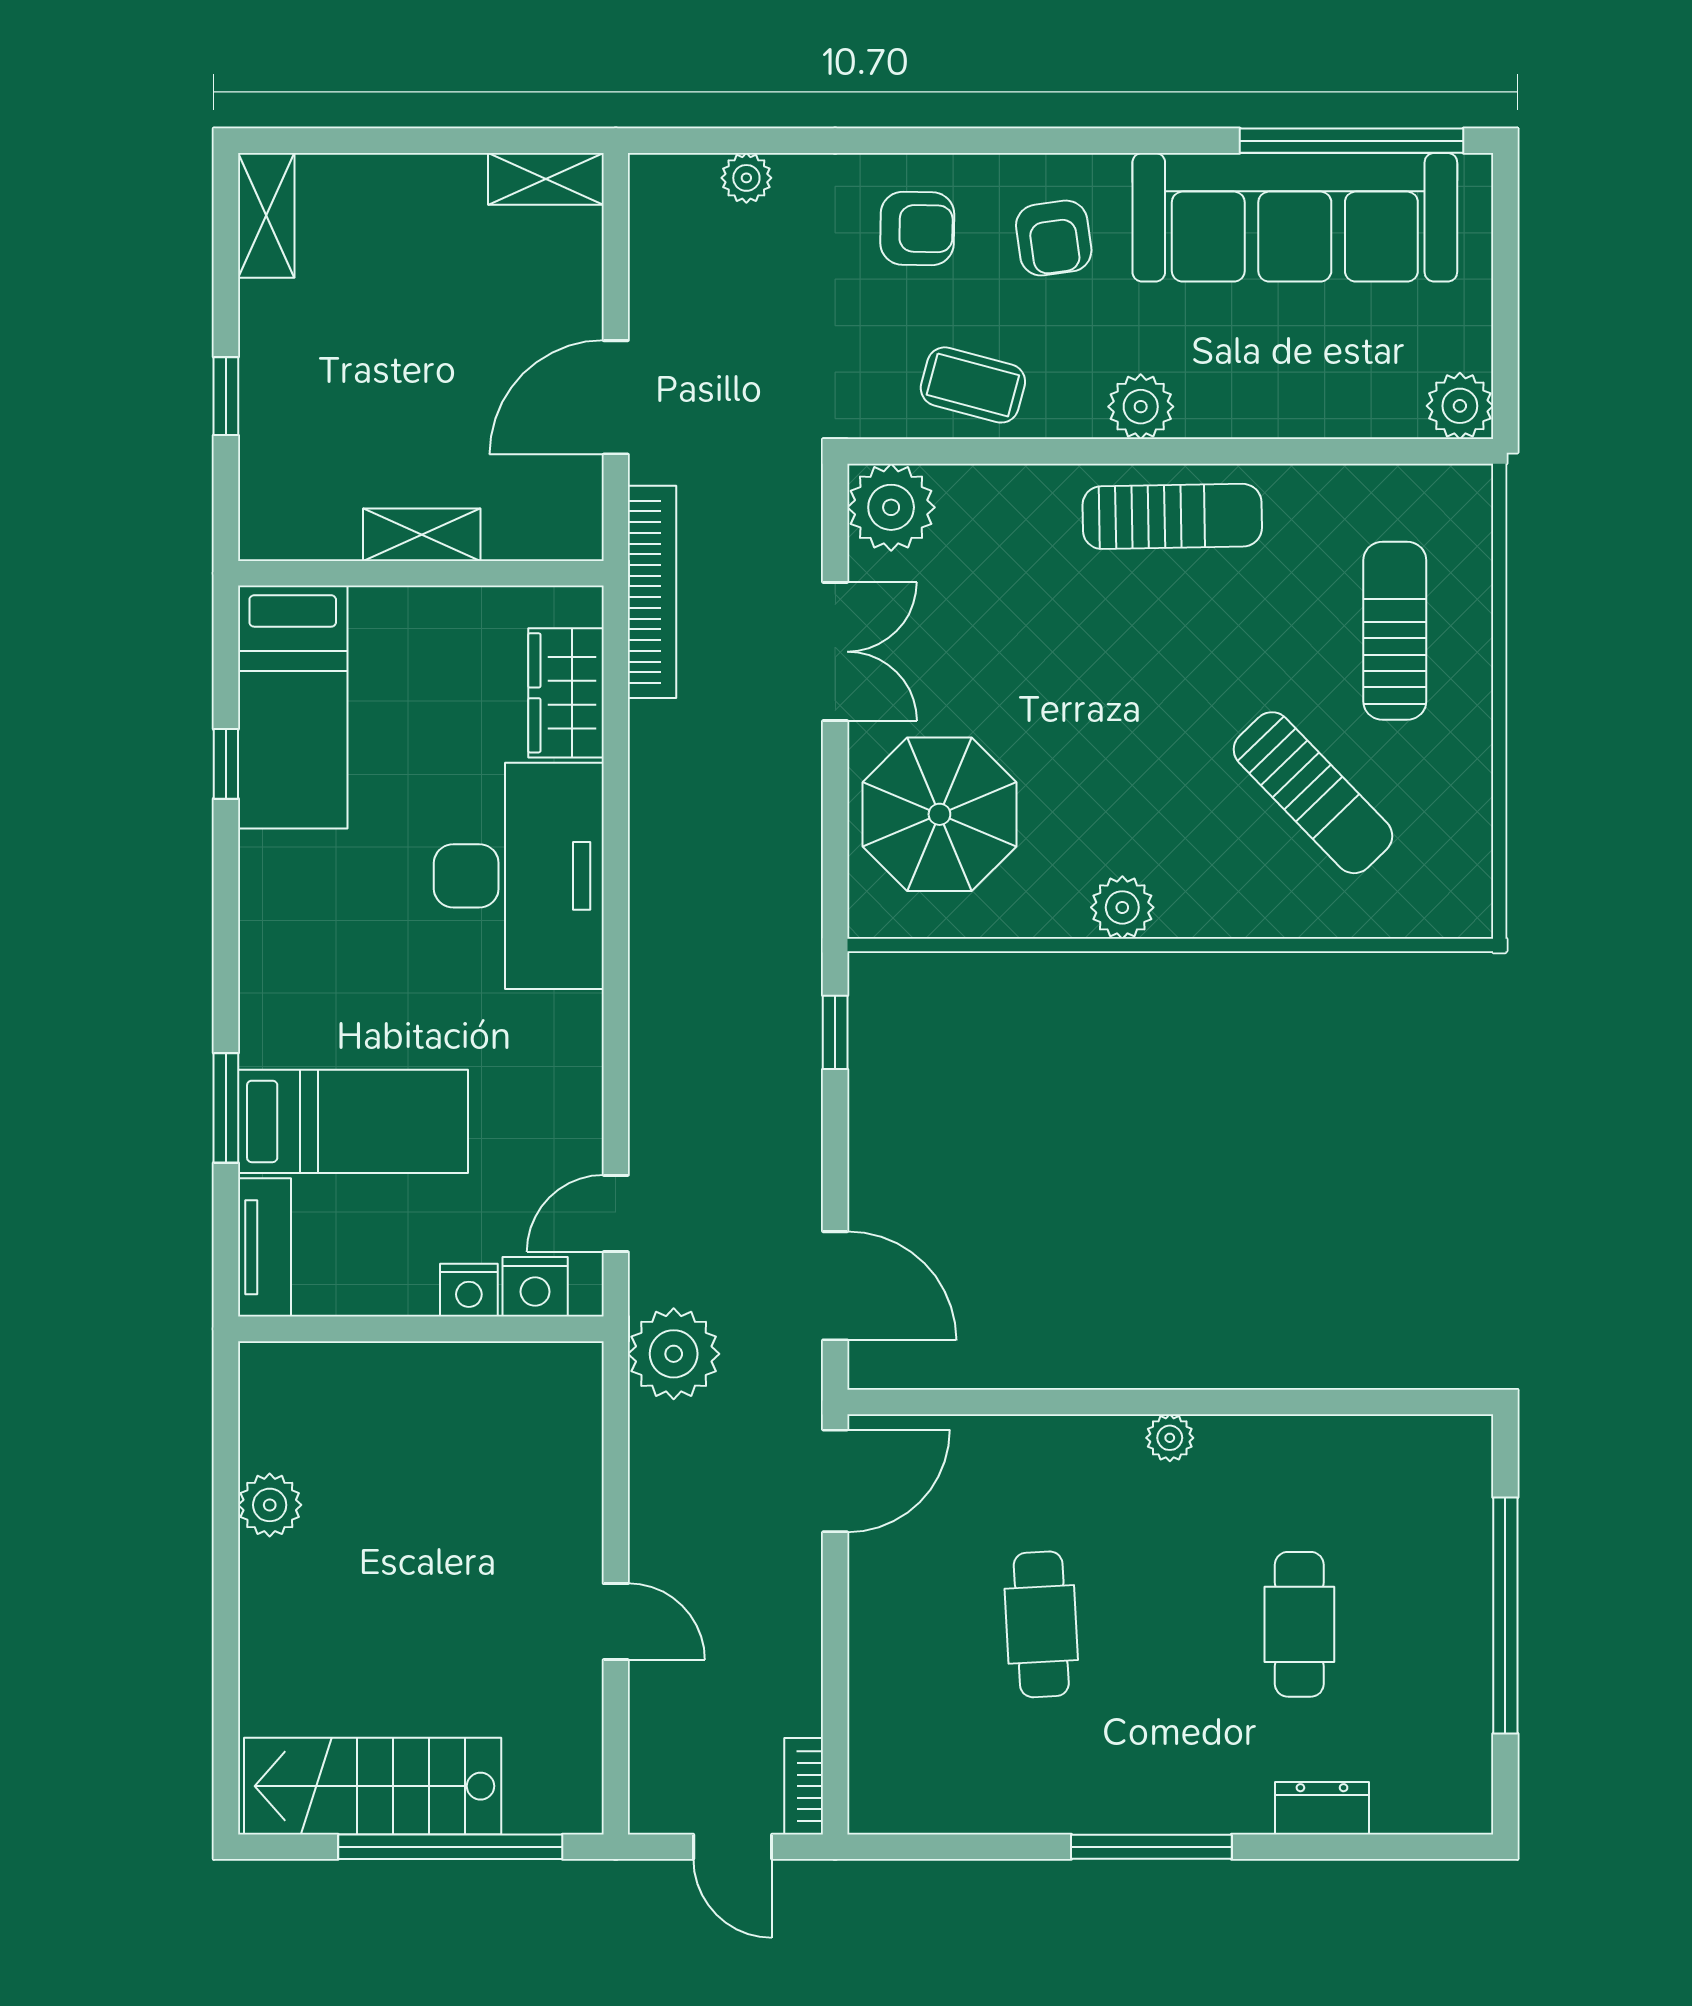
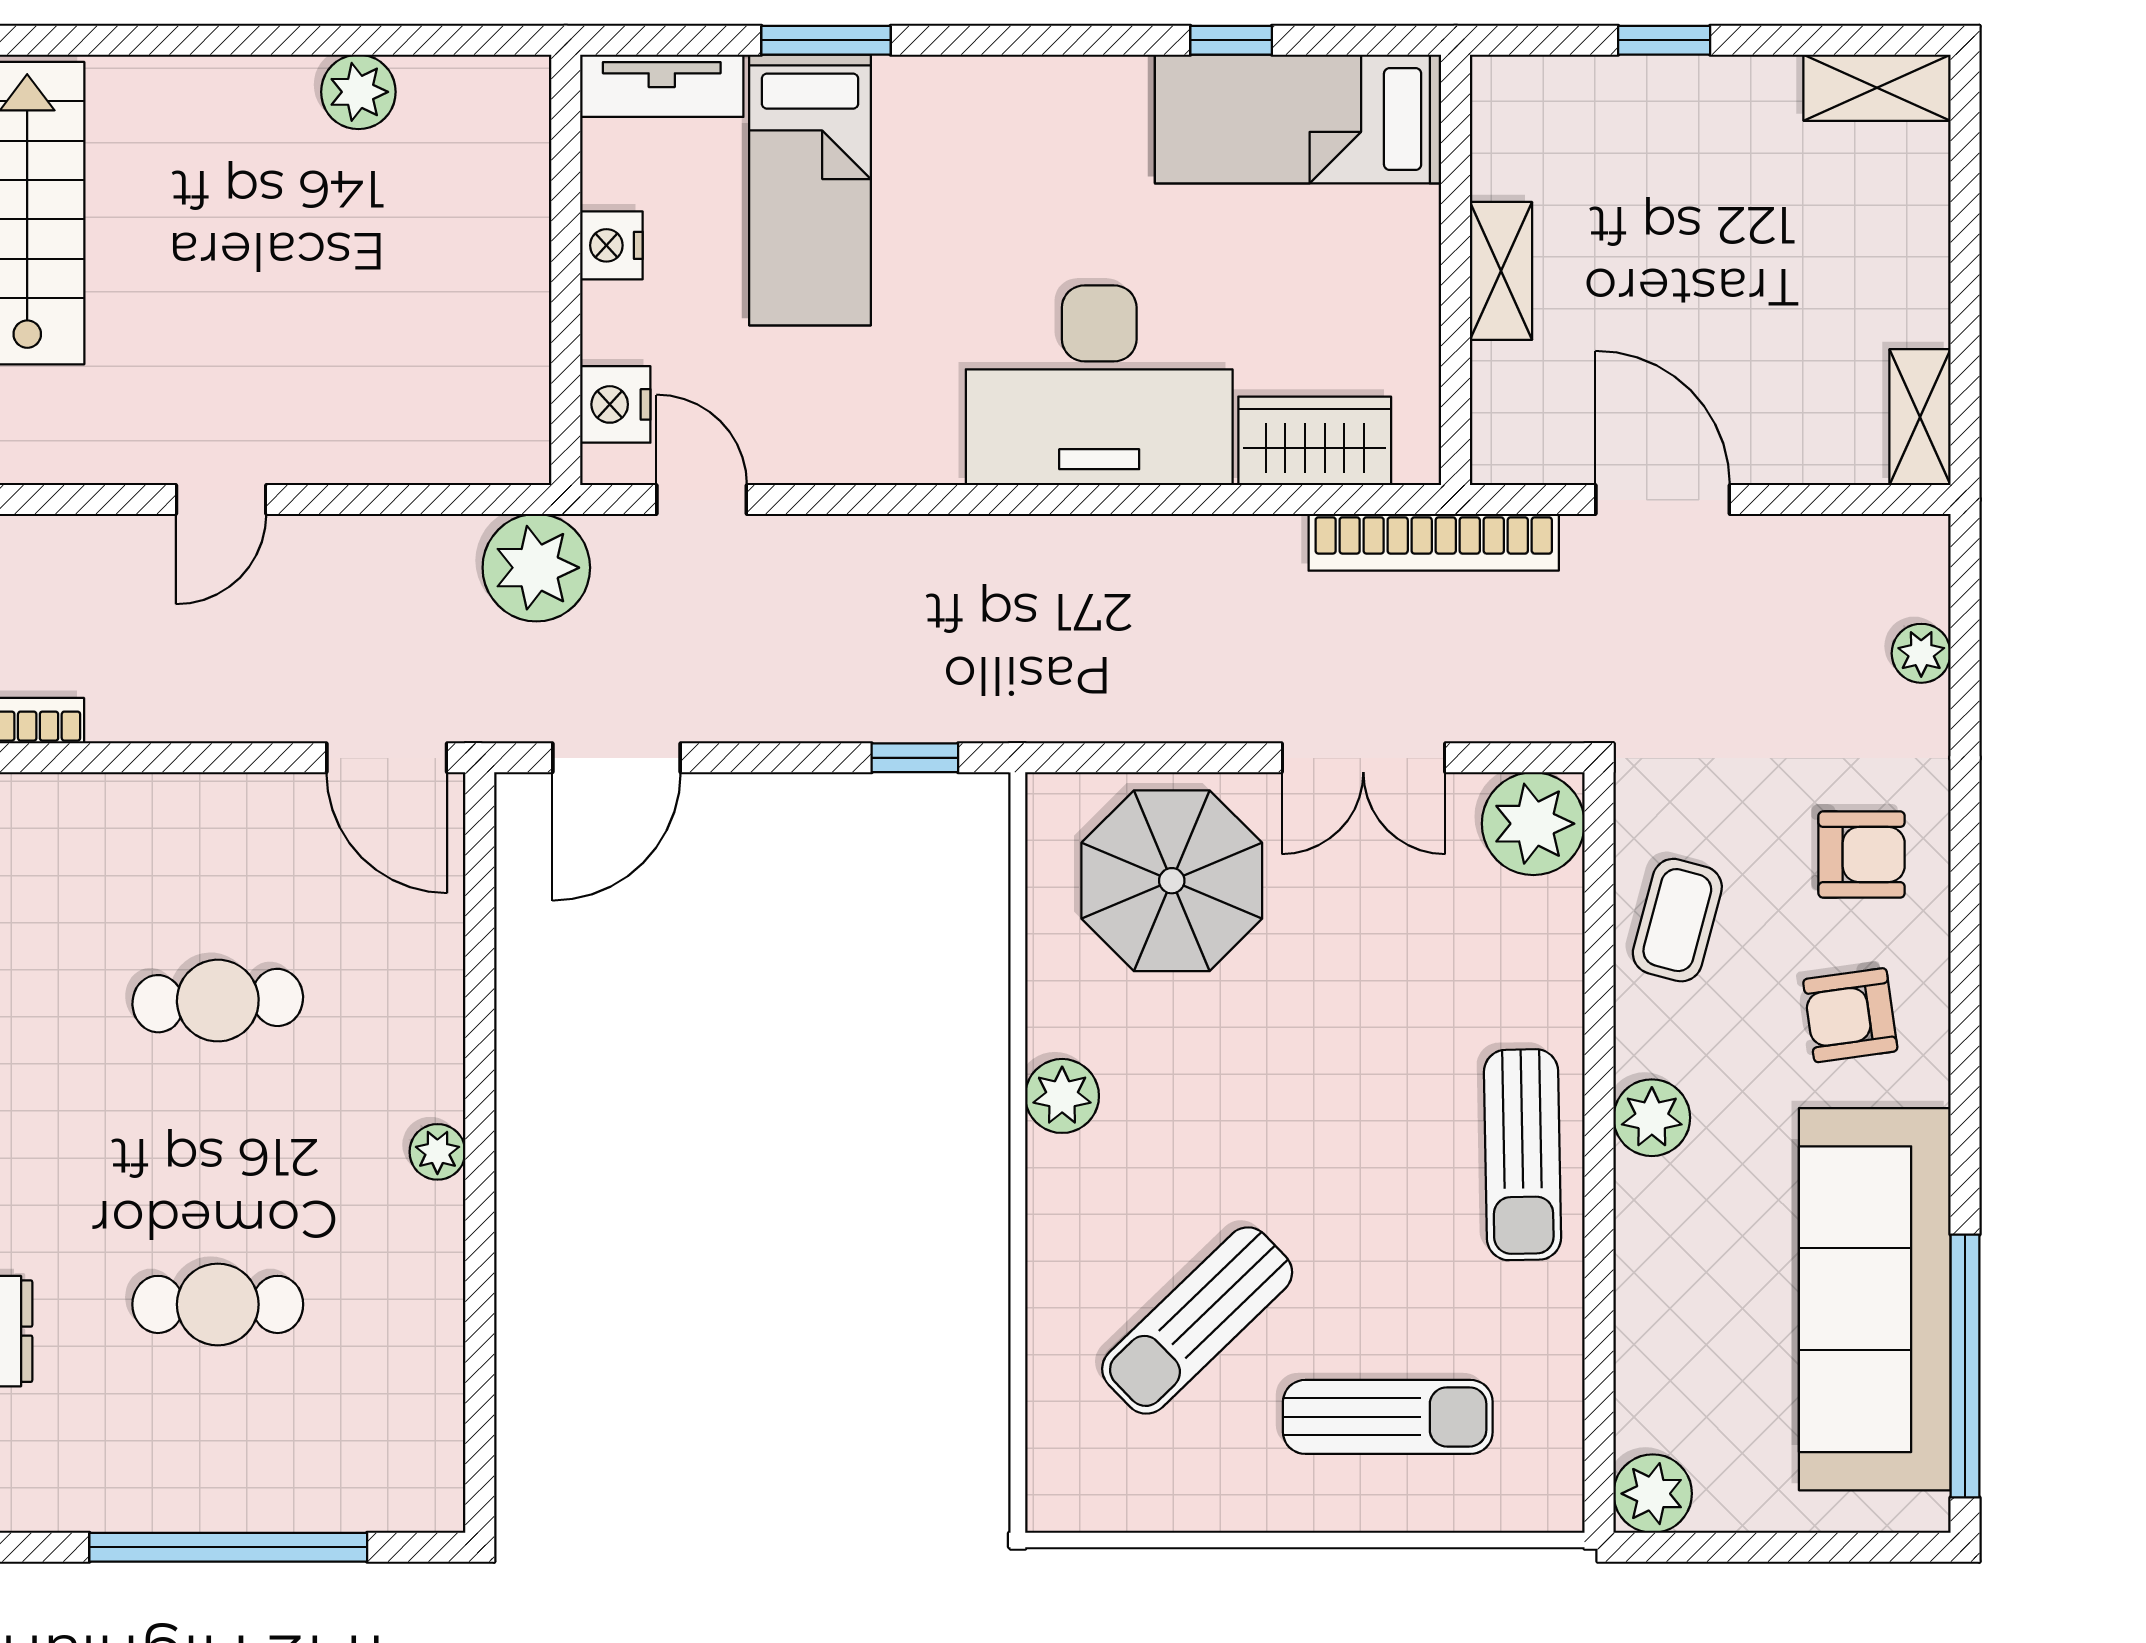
armchair: (917, 228) -> (1862, 855), turned -91
nightstand: (469, 1290) -> (611, 245), moved

